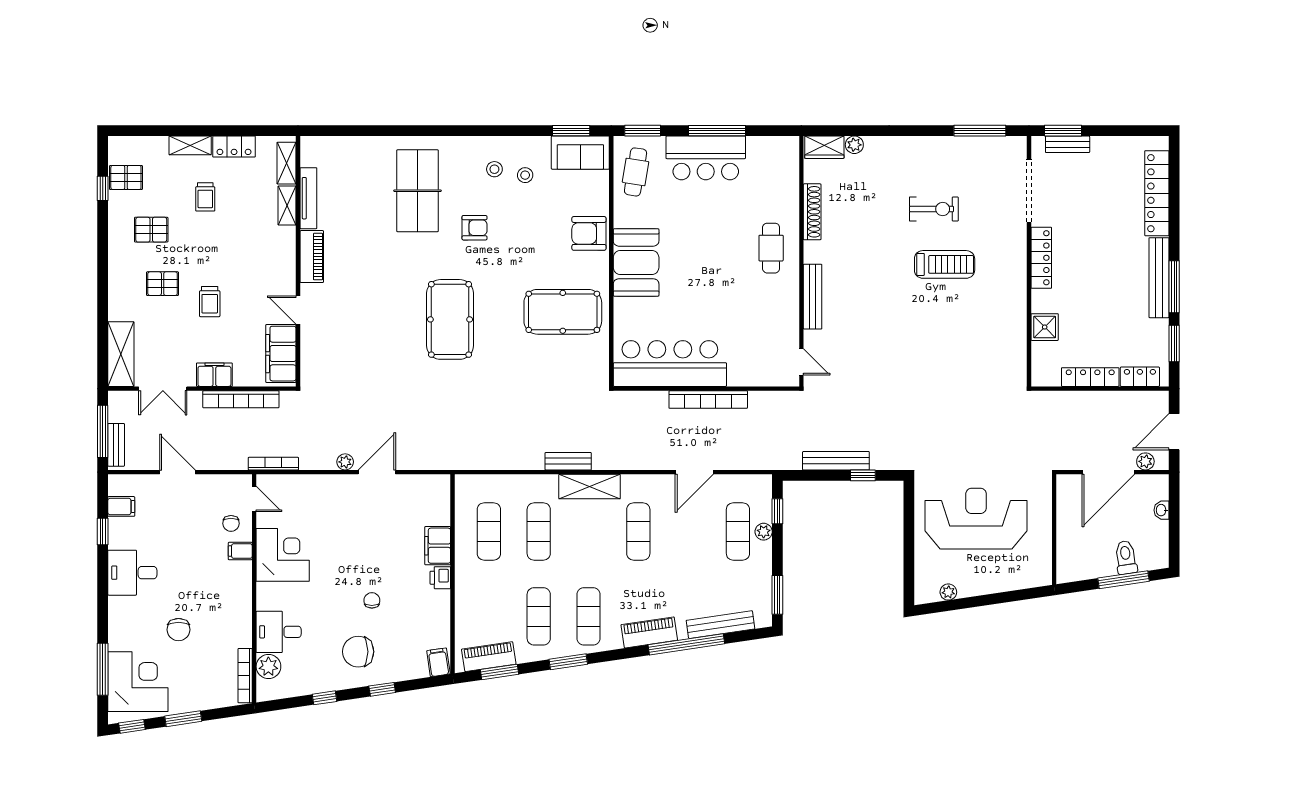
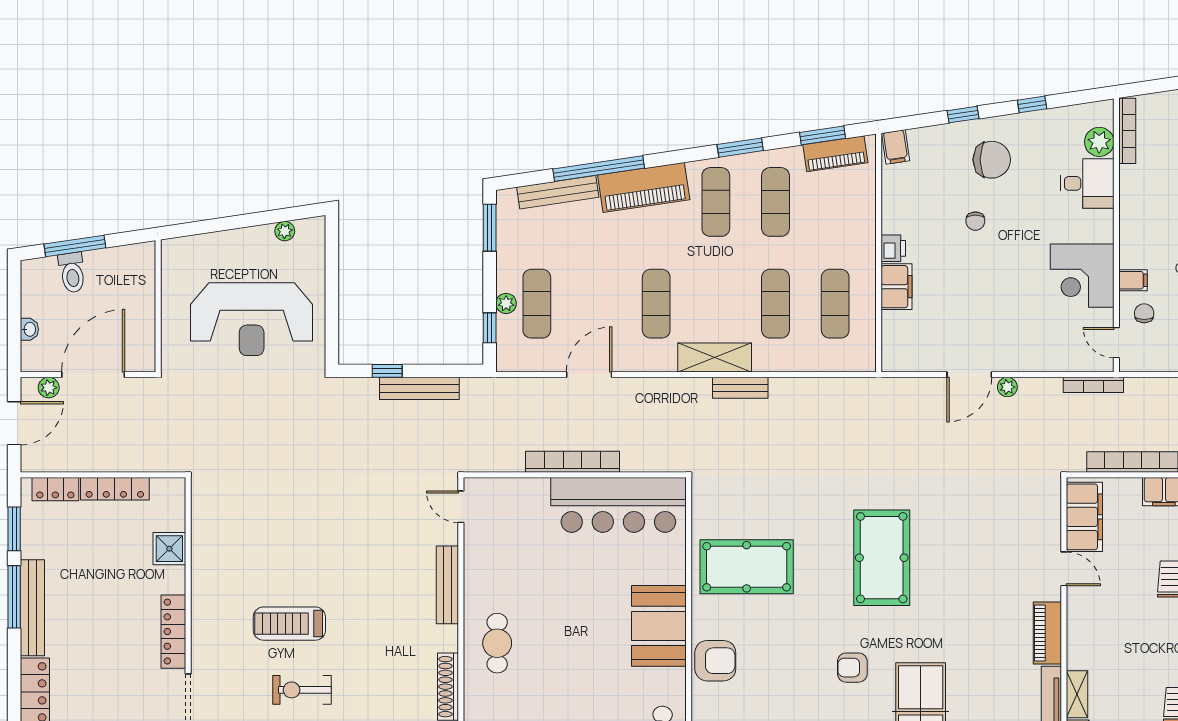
piano: (649, 632) -> (644, 187), width x1.37, depth x1.33

